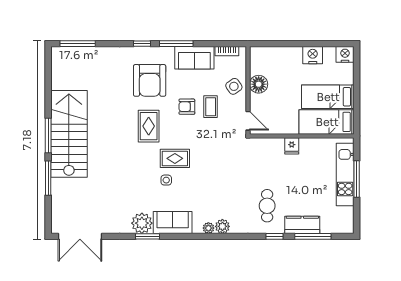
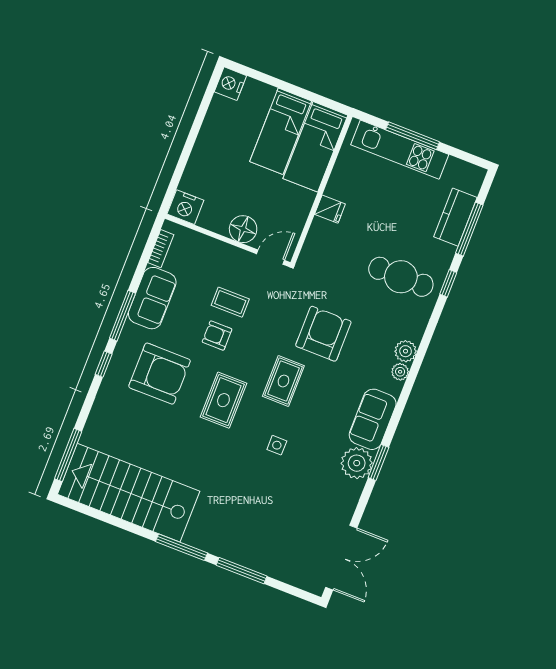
nightstand: (313, 55) -> (185, 207), moved, turned -90
floor lamp: (259, 84) -> (243, 229), moved
side table: (234, 86) -> (214, 258), removed
armchair: (187, 107) -> (217, 336), turned 90
rug: (149, 126) -> (223, 400), turned 90
stairs: (69, 134) -> (129, 493), moved
armchair: (213, 172) -> (323, 334), added
side table: (166, 180) -> (277, 445), moved
cafe table: (267, 206) -> (401, 277), width x1.37, depth x1.35
kitchen counter: (302, 225) -> (455, 217), moved

